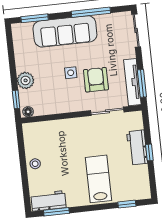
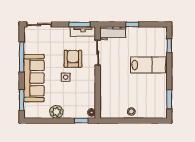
plant: (26, 80) -> (56, 112), moved
armchair: (96, 80) -> (73, 59), turned 90
tv unit: (132, 82) -> (83, 31), width x0.71
workbench: (137, 147) -> (113, 33), moved
lab bench: (98, 179) -> (148, 65), turned 180
workbench: (48, 201) -> (160, 104), removed

